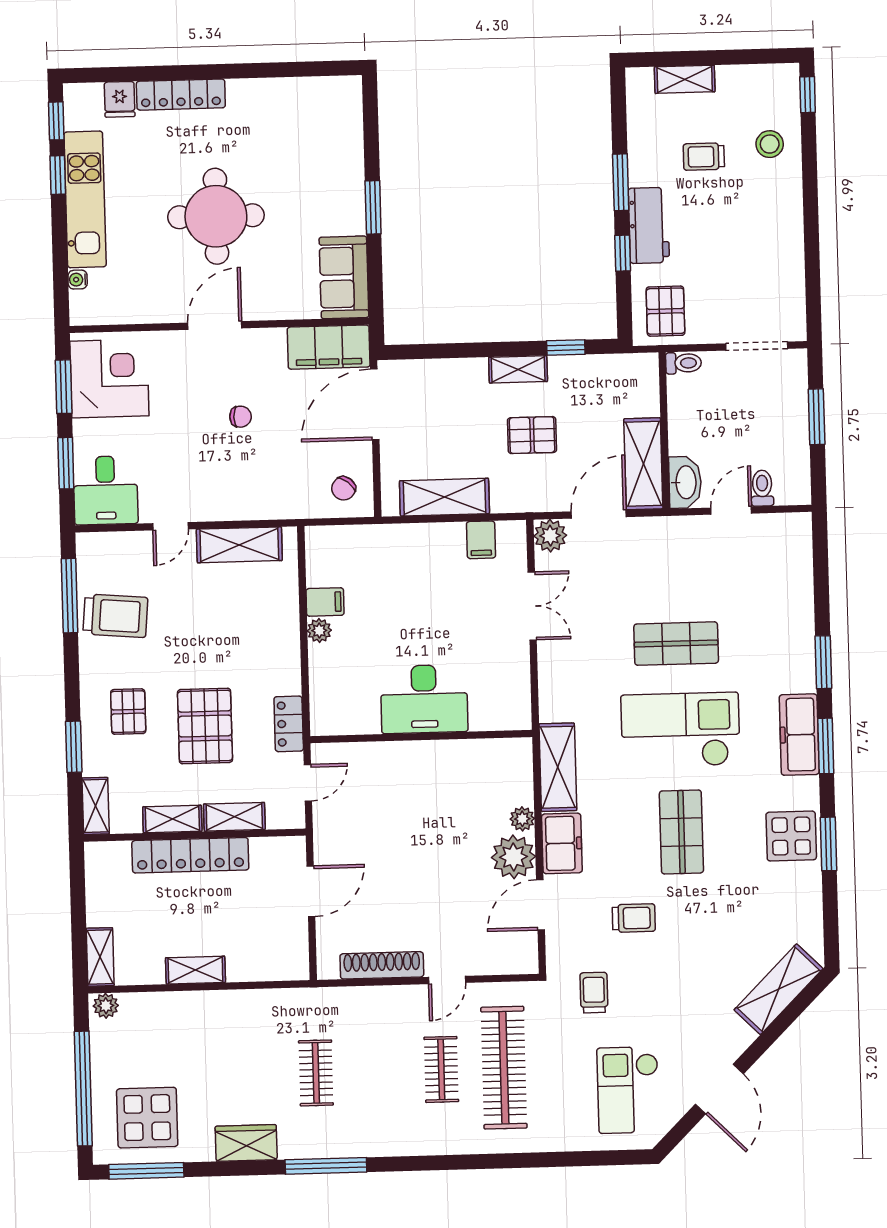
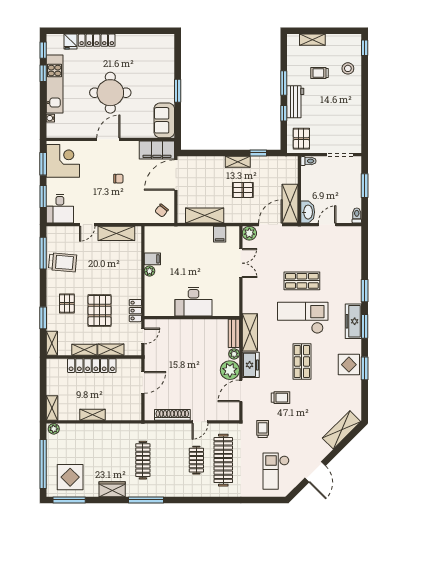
toilet: (762, 488) -> (357, 215), moved
bench: (520, 771) -> (234, 333), added
clothes rail: (316, 1073) -> (143, 460), width x1.36

